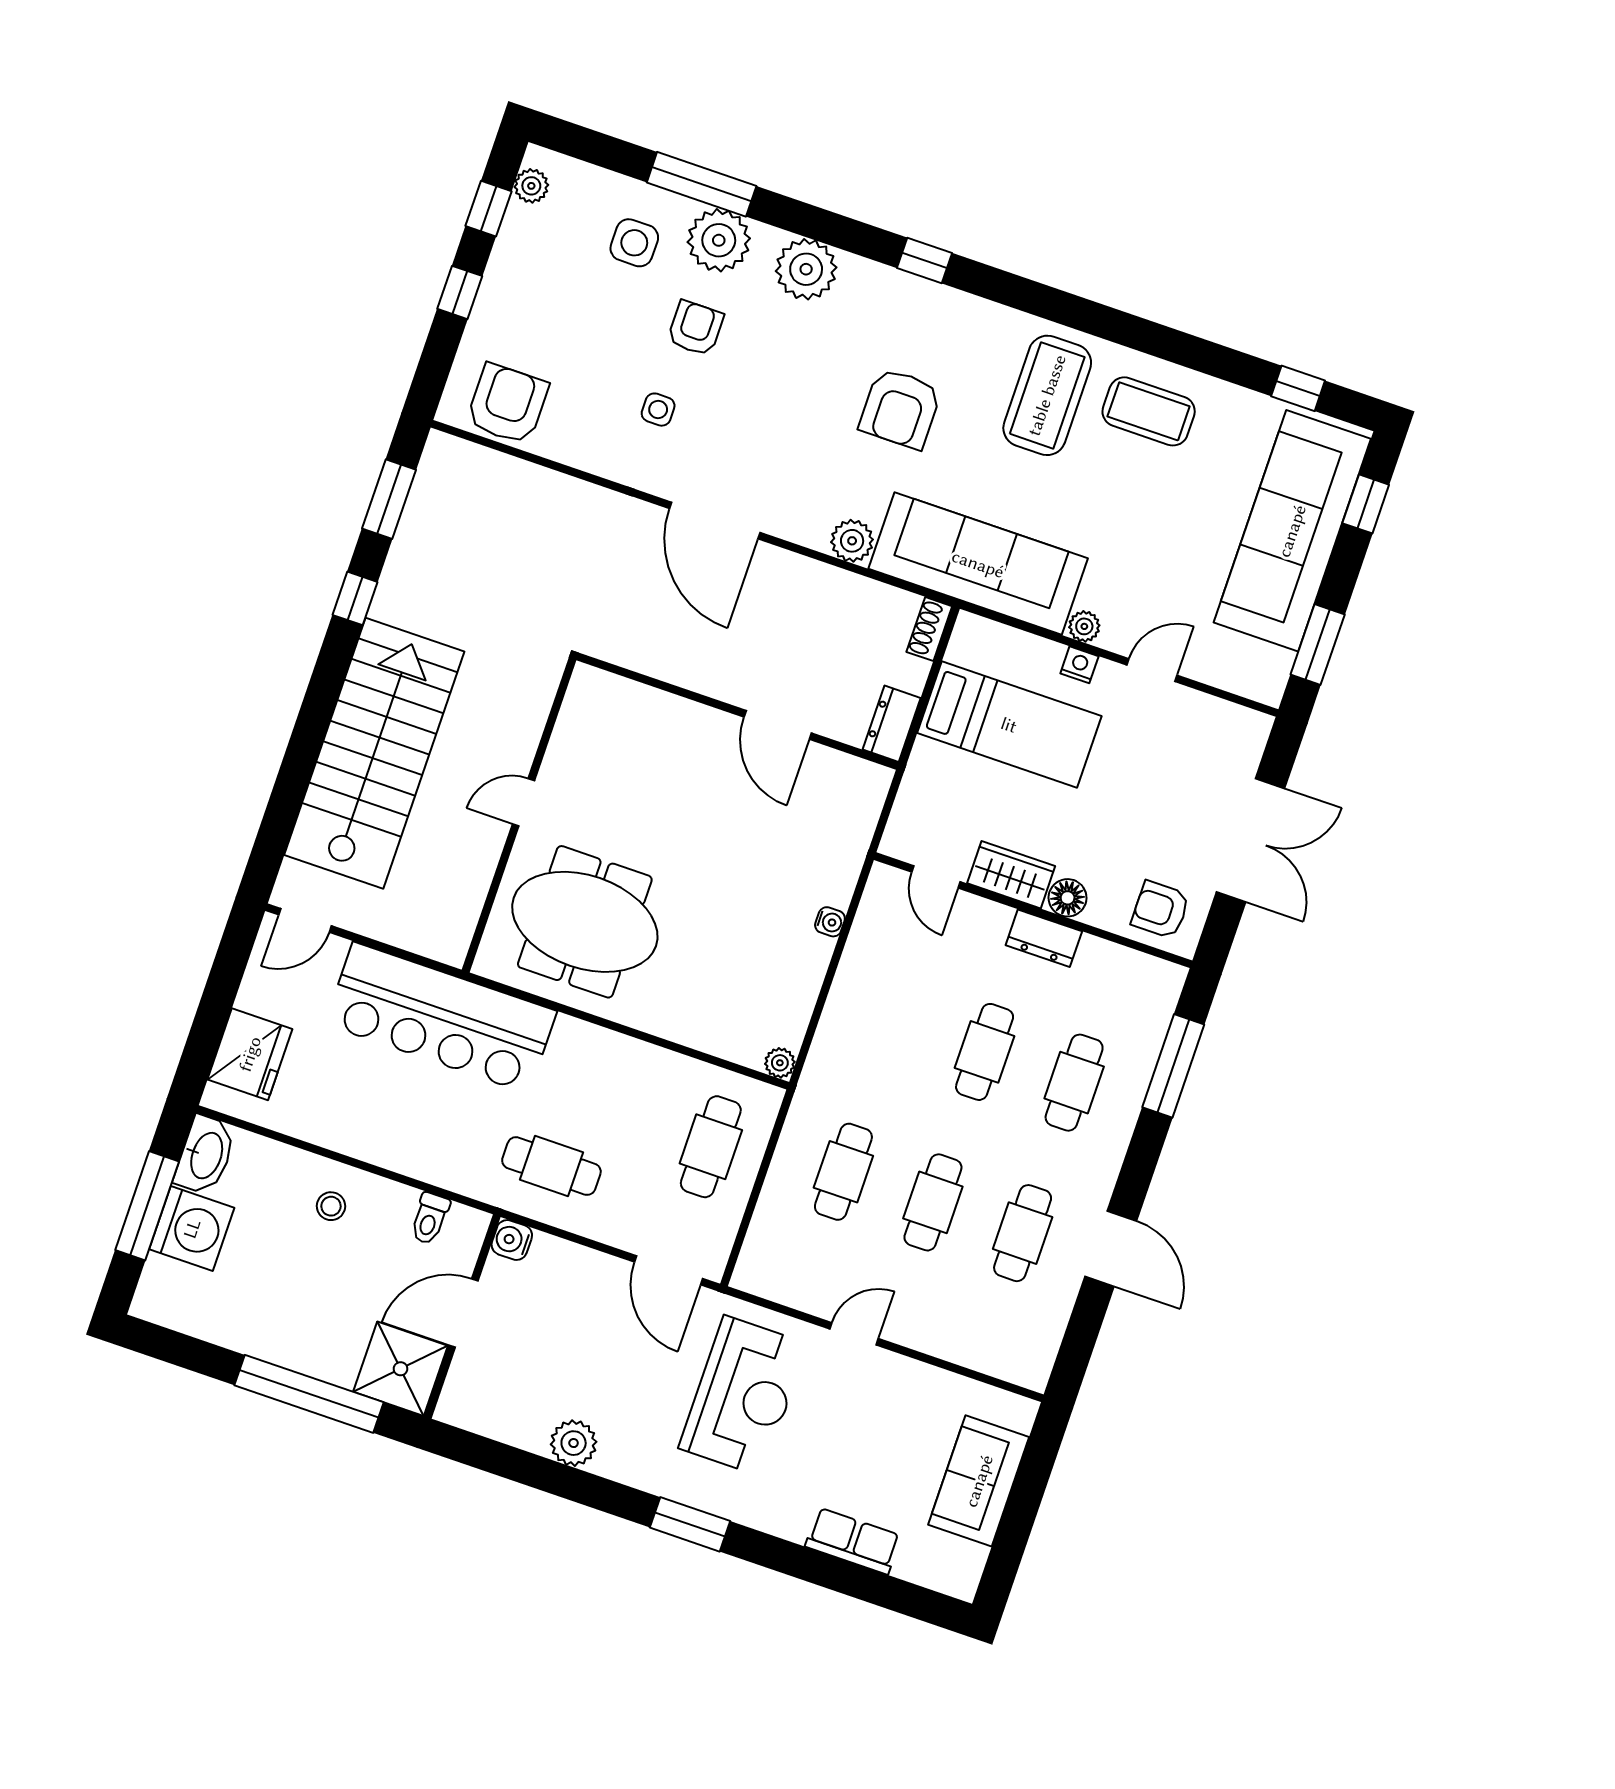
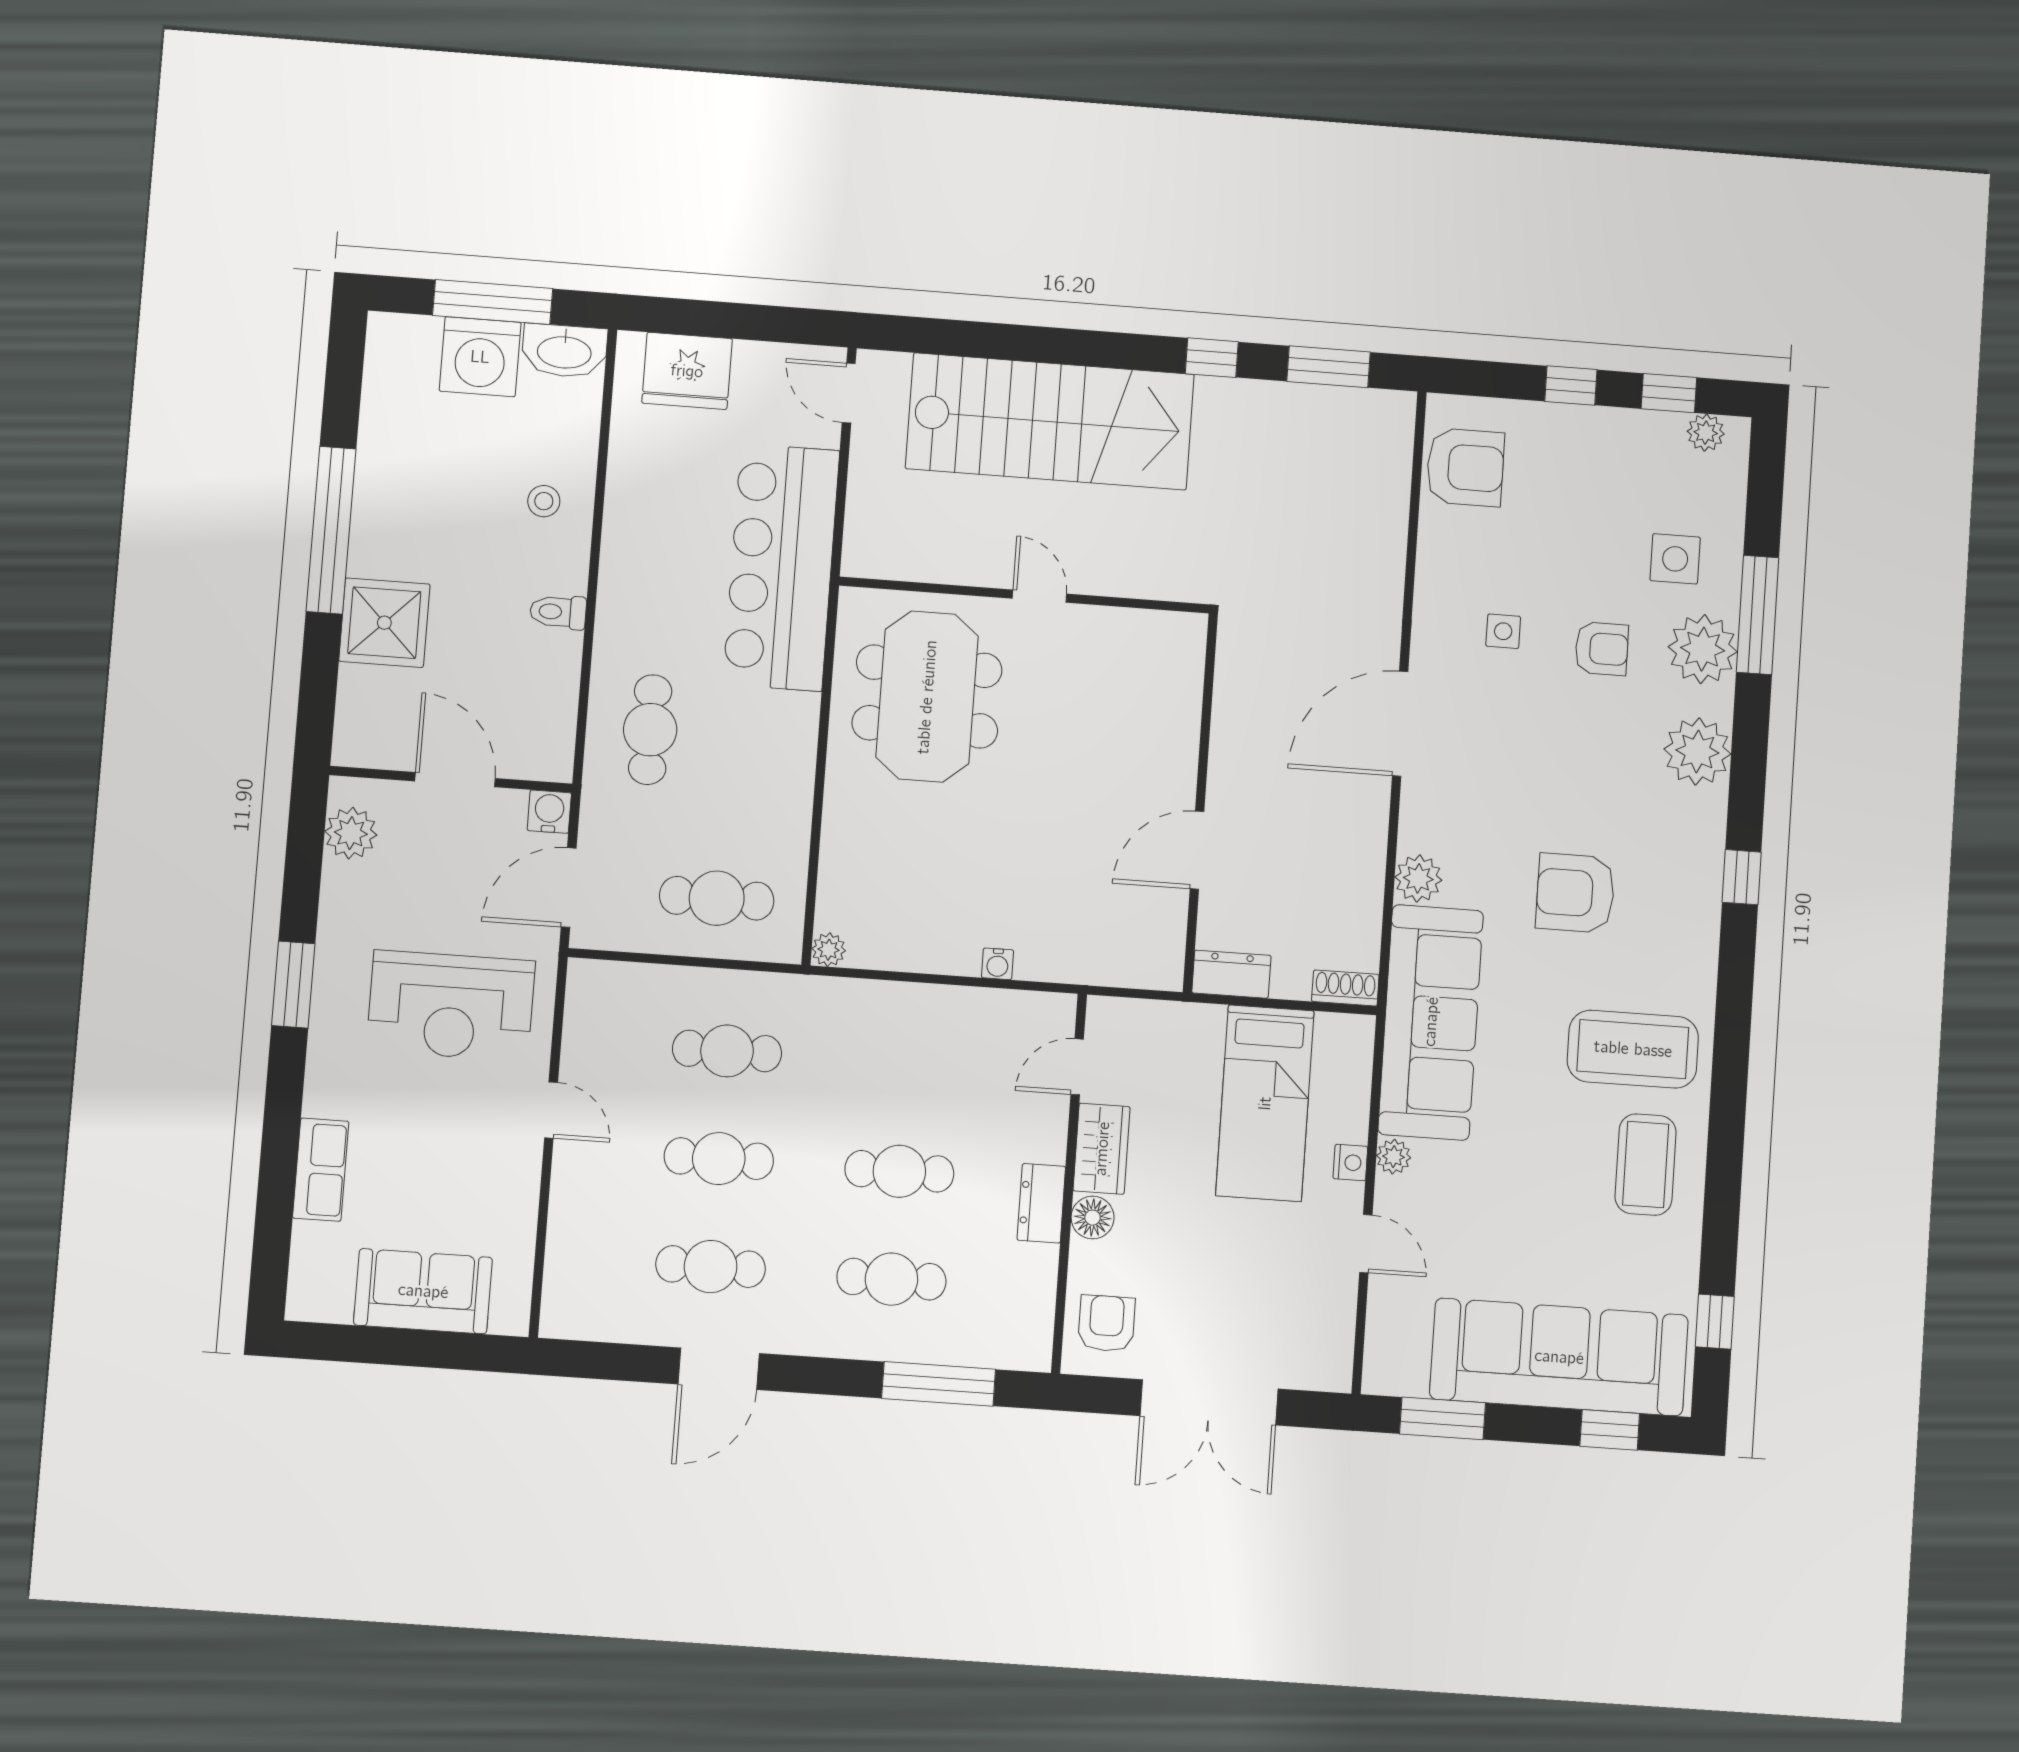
water cooler: (512, 1240) -> (549, 812), moved
door: (463, 1313) -> (455, 780), moved
wall: (462, 1317) -> (451, 779), moved

